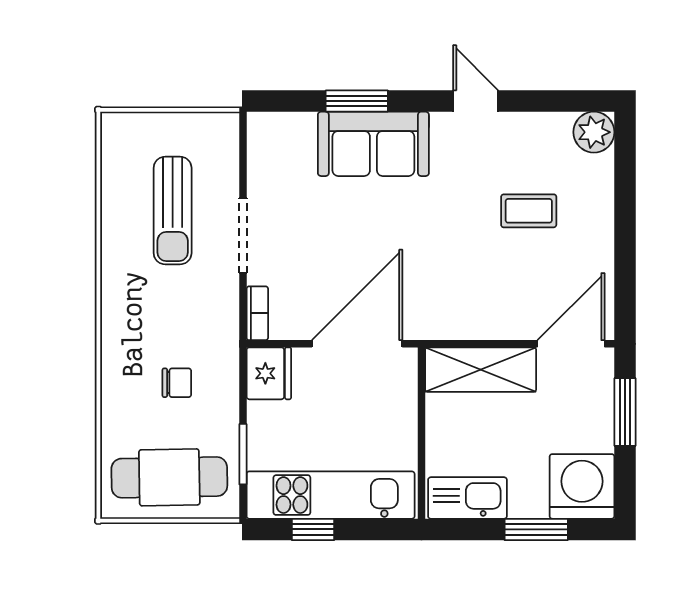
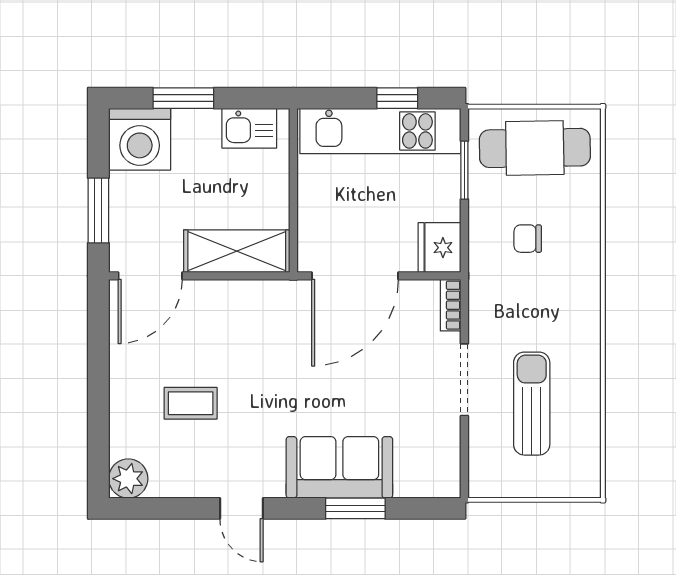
kitchen sink: (467, 498) -> (249, 128), width x0.73

